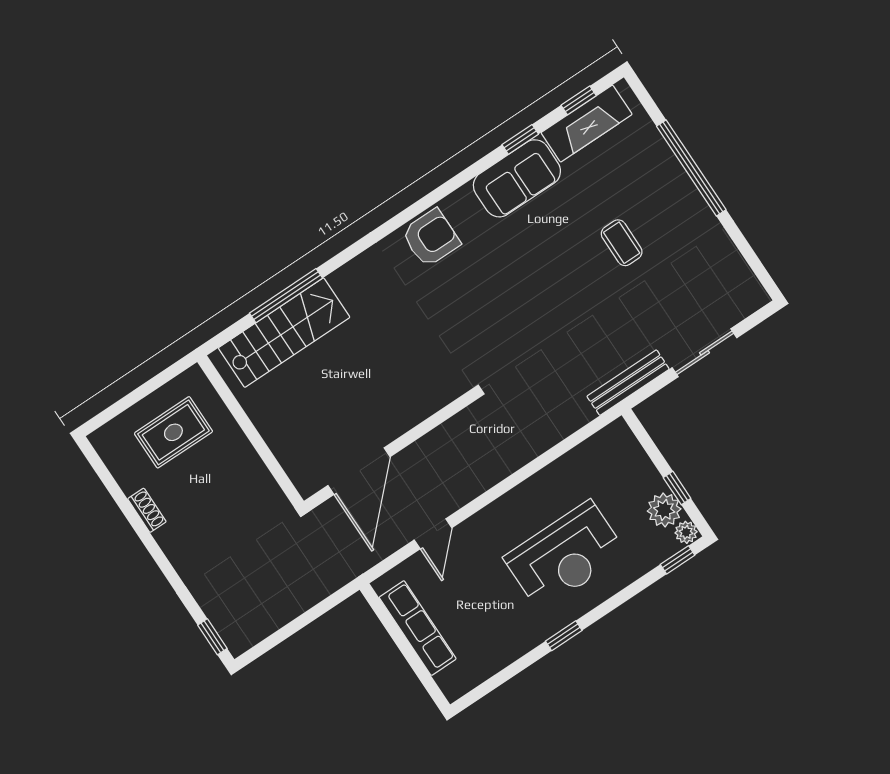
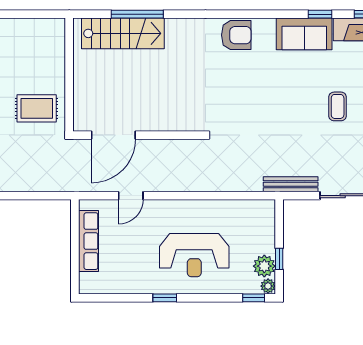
rug: (173, 432) -> (37, 108), moved

